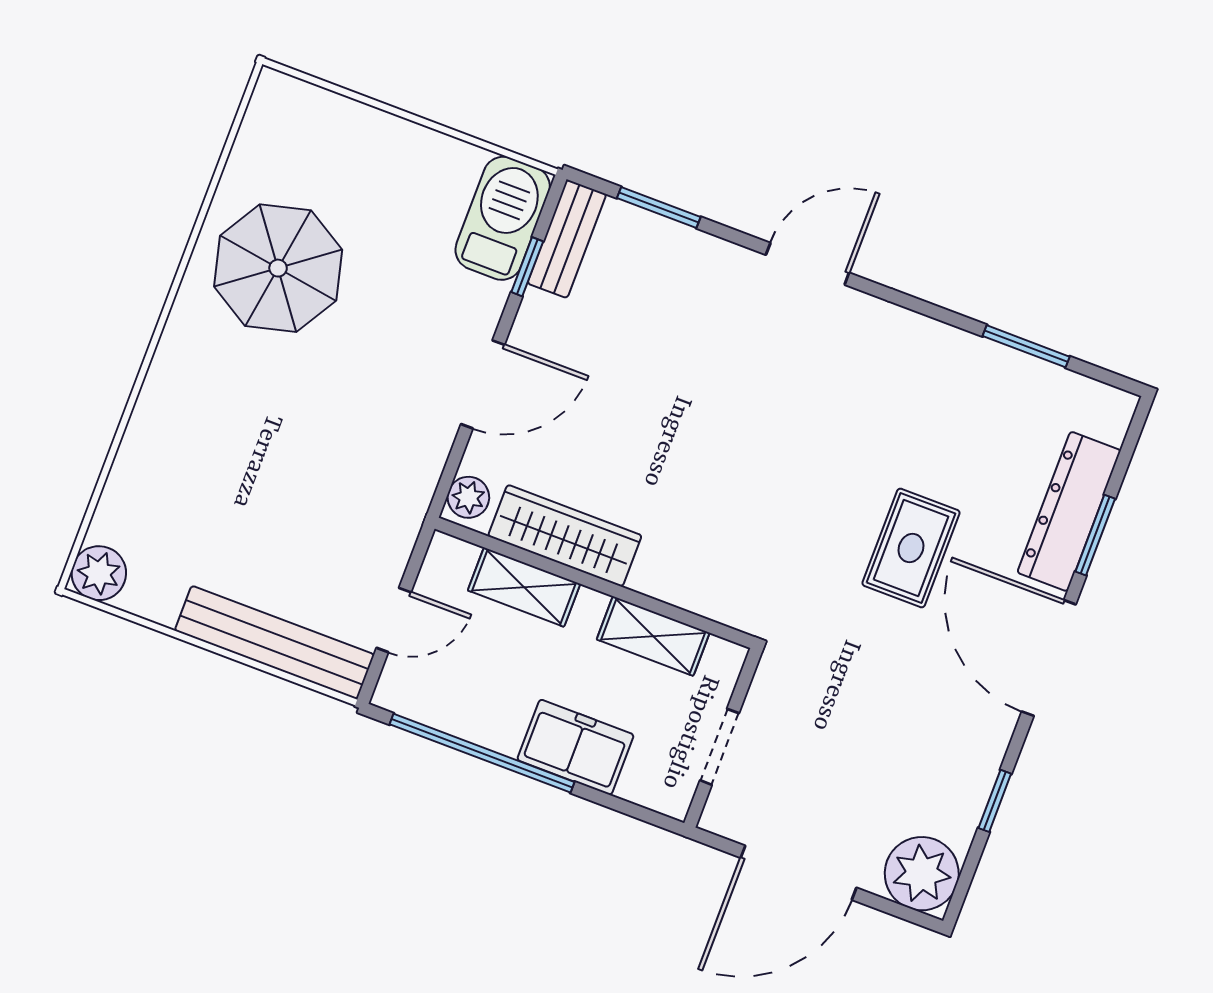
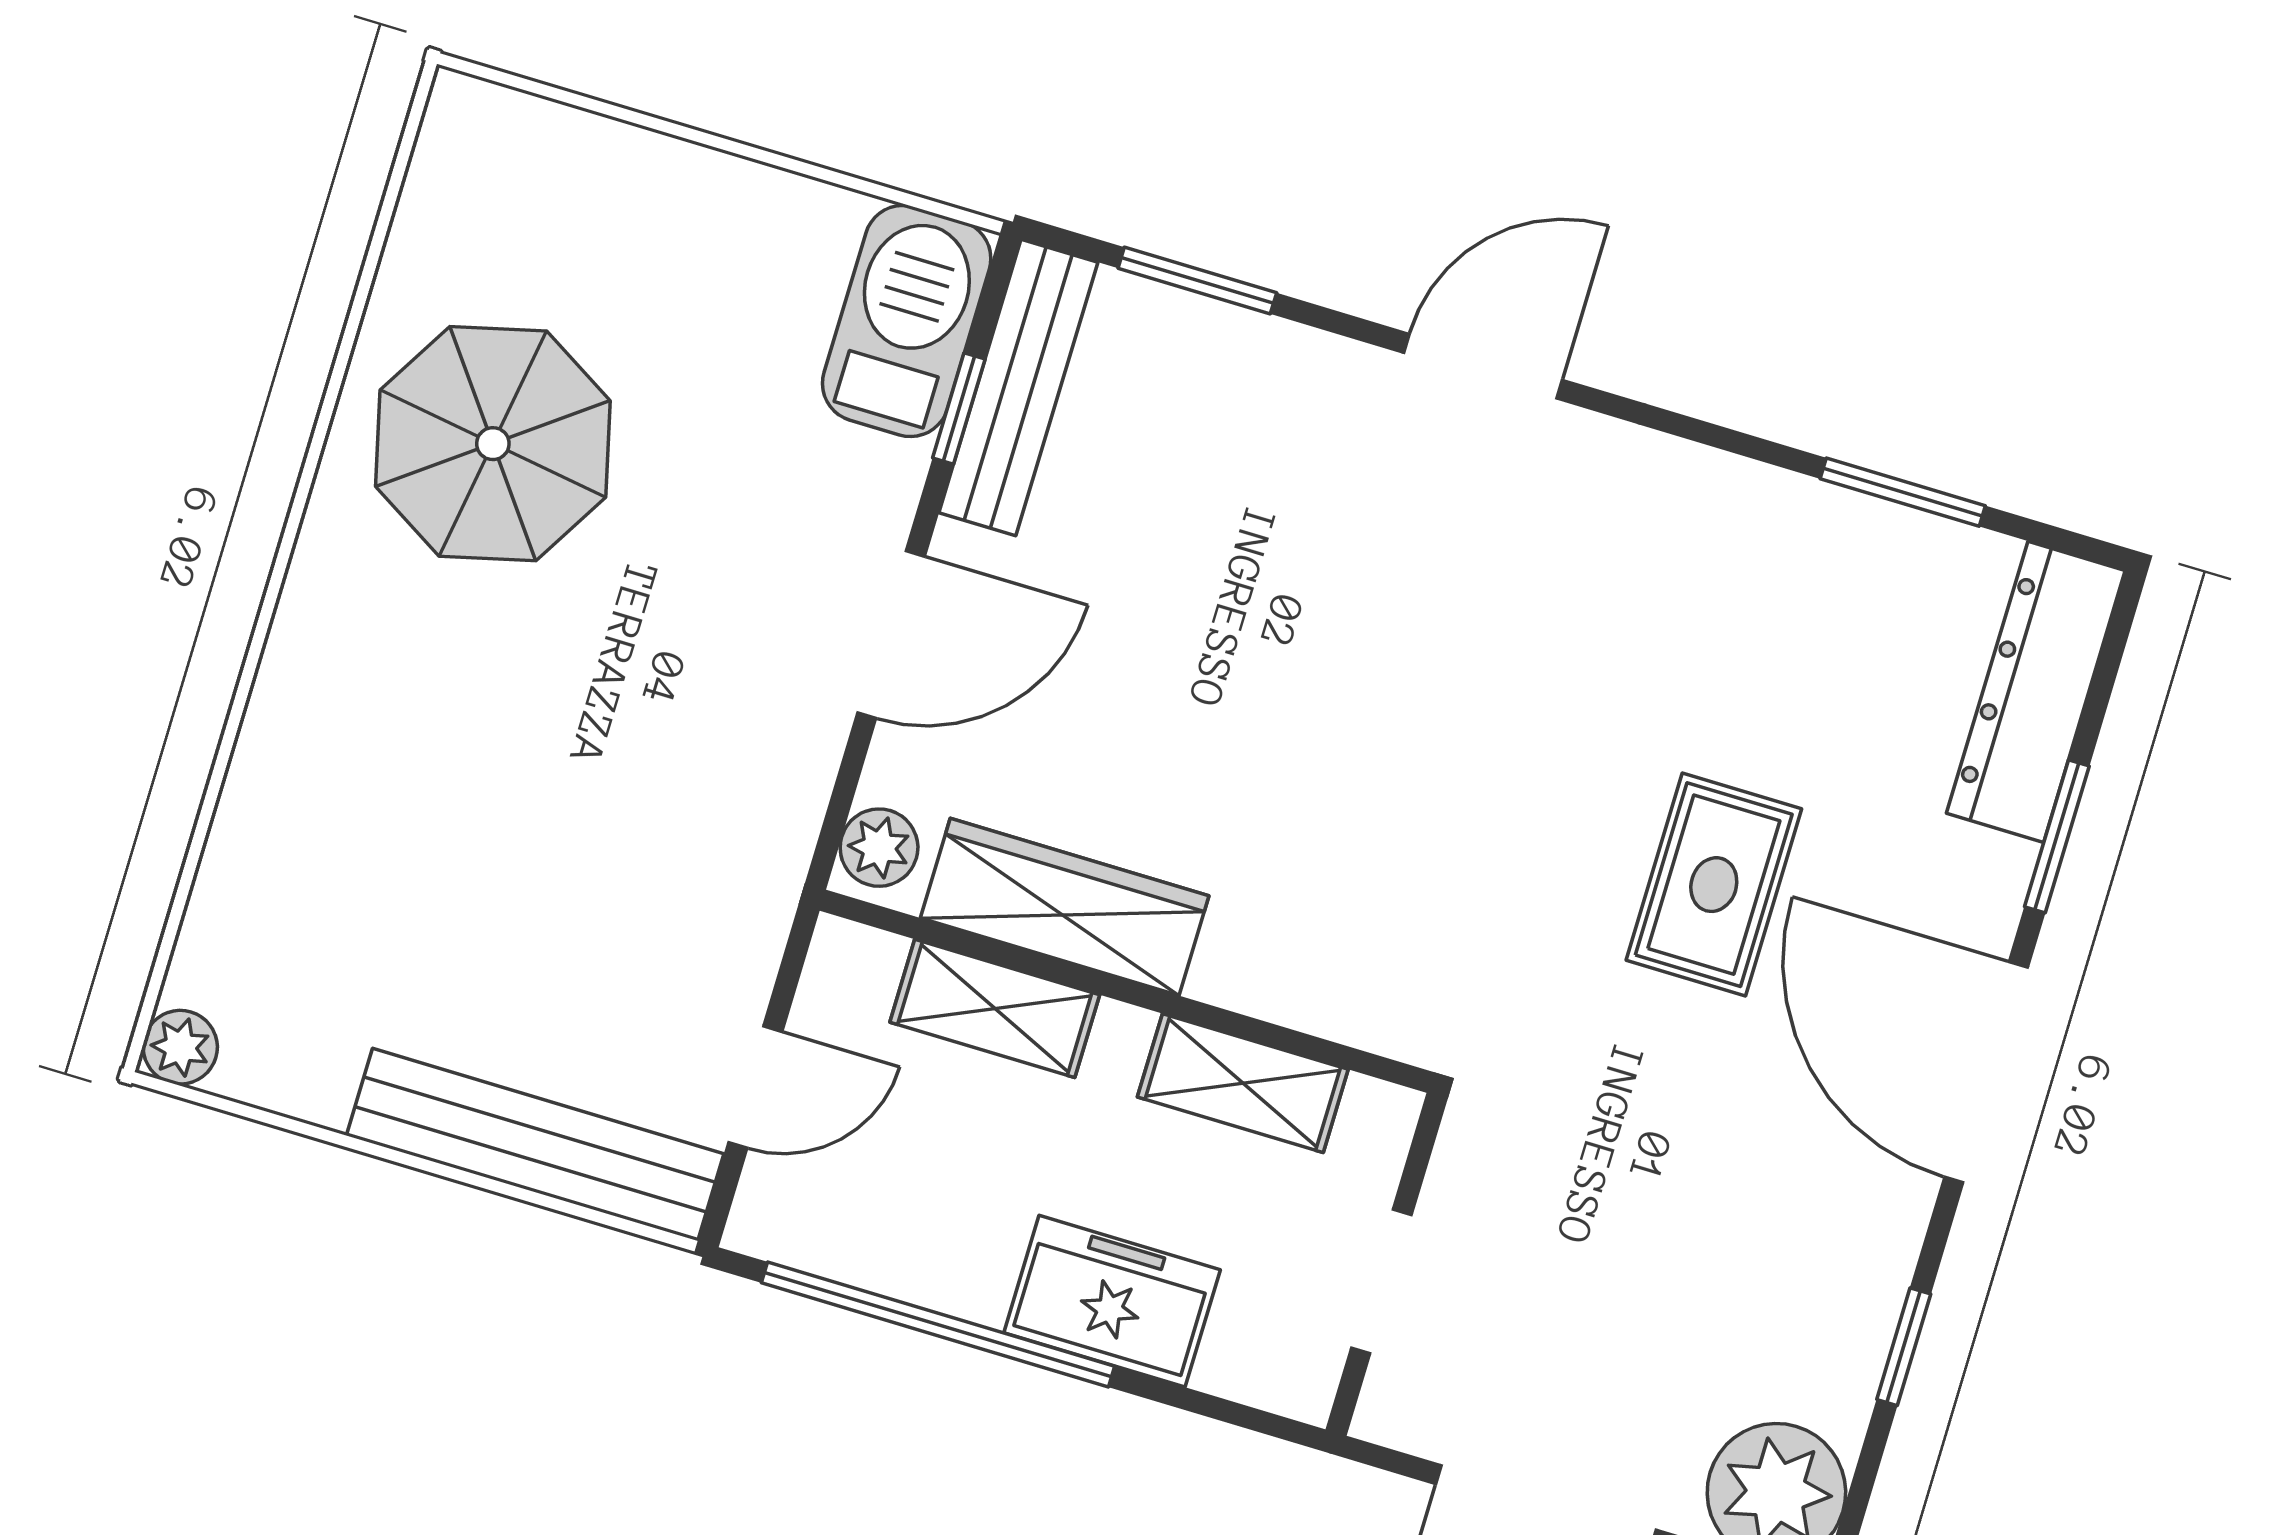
bench: (567, 239) -> (1018, 388), width x1.36
dresser: (1069, 511) -> (2036, 692), moved
plant: (99, 573) -> (180, 1047), width x0.73, depth x0.73

